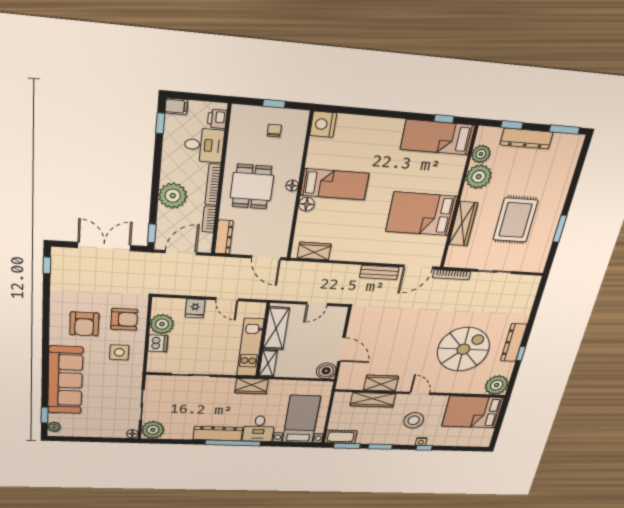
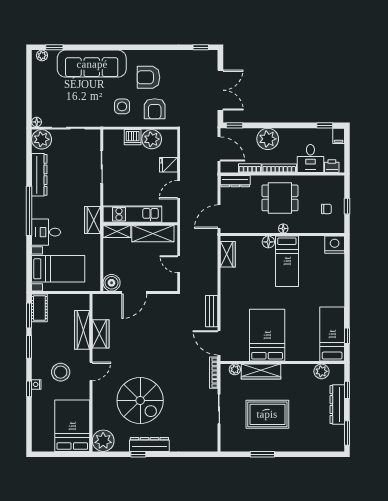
plant: (479, 177) -> (235, 369), moved, width x0.53, depth x0.53
dresser: (218, 434) -> (39, 175), moved

